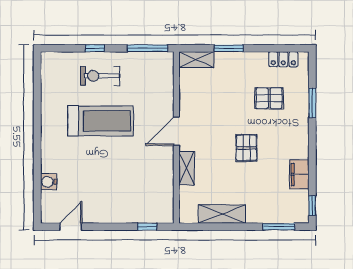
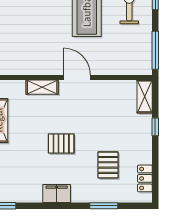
window: (229, 48) -> (155, 127), width x0.67
filing cabinet: (299, 174) -> (57, 193), moved

